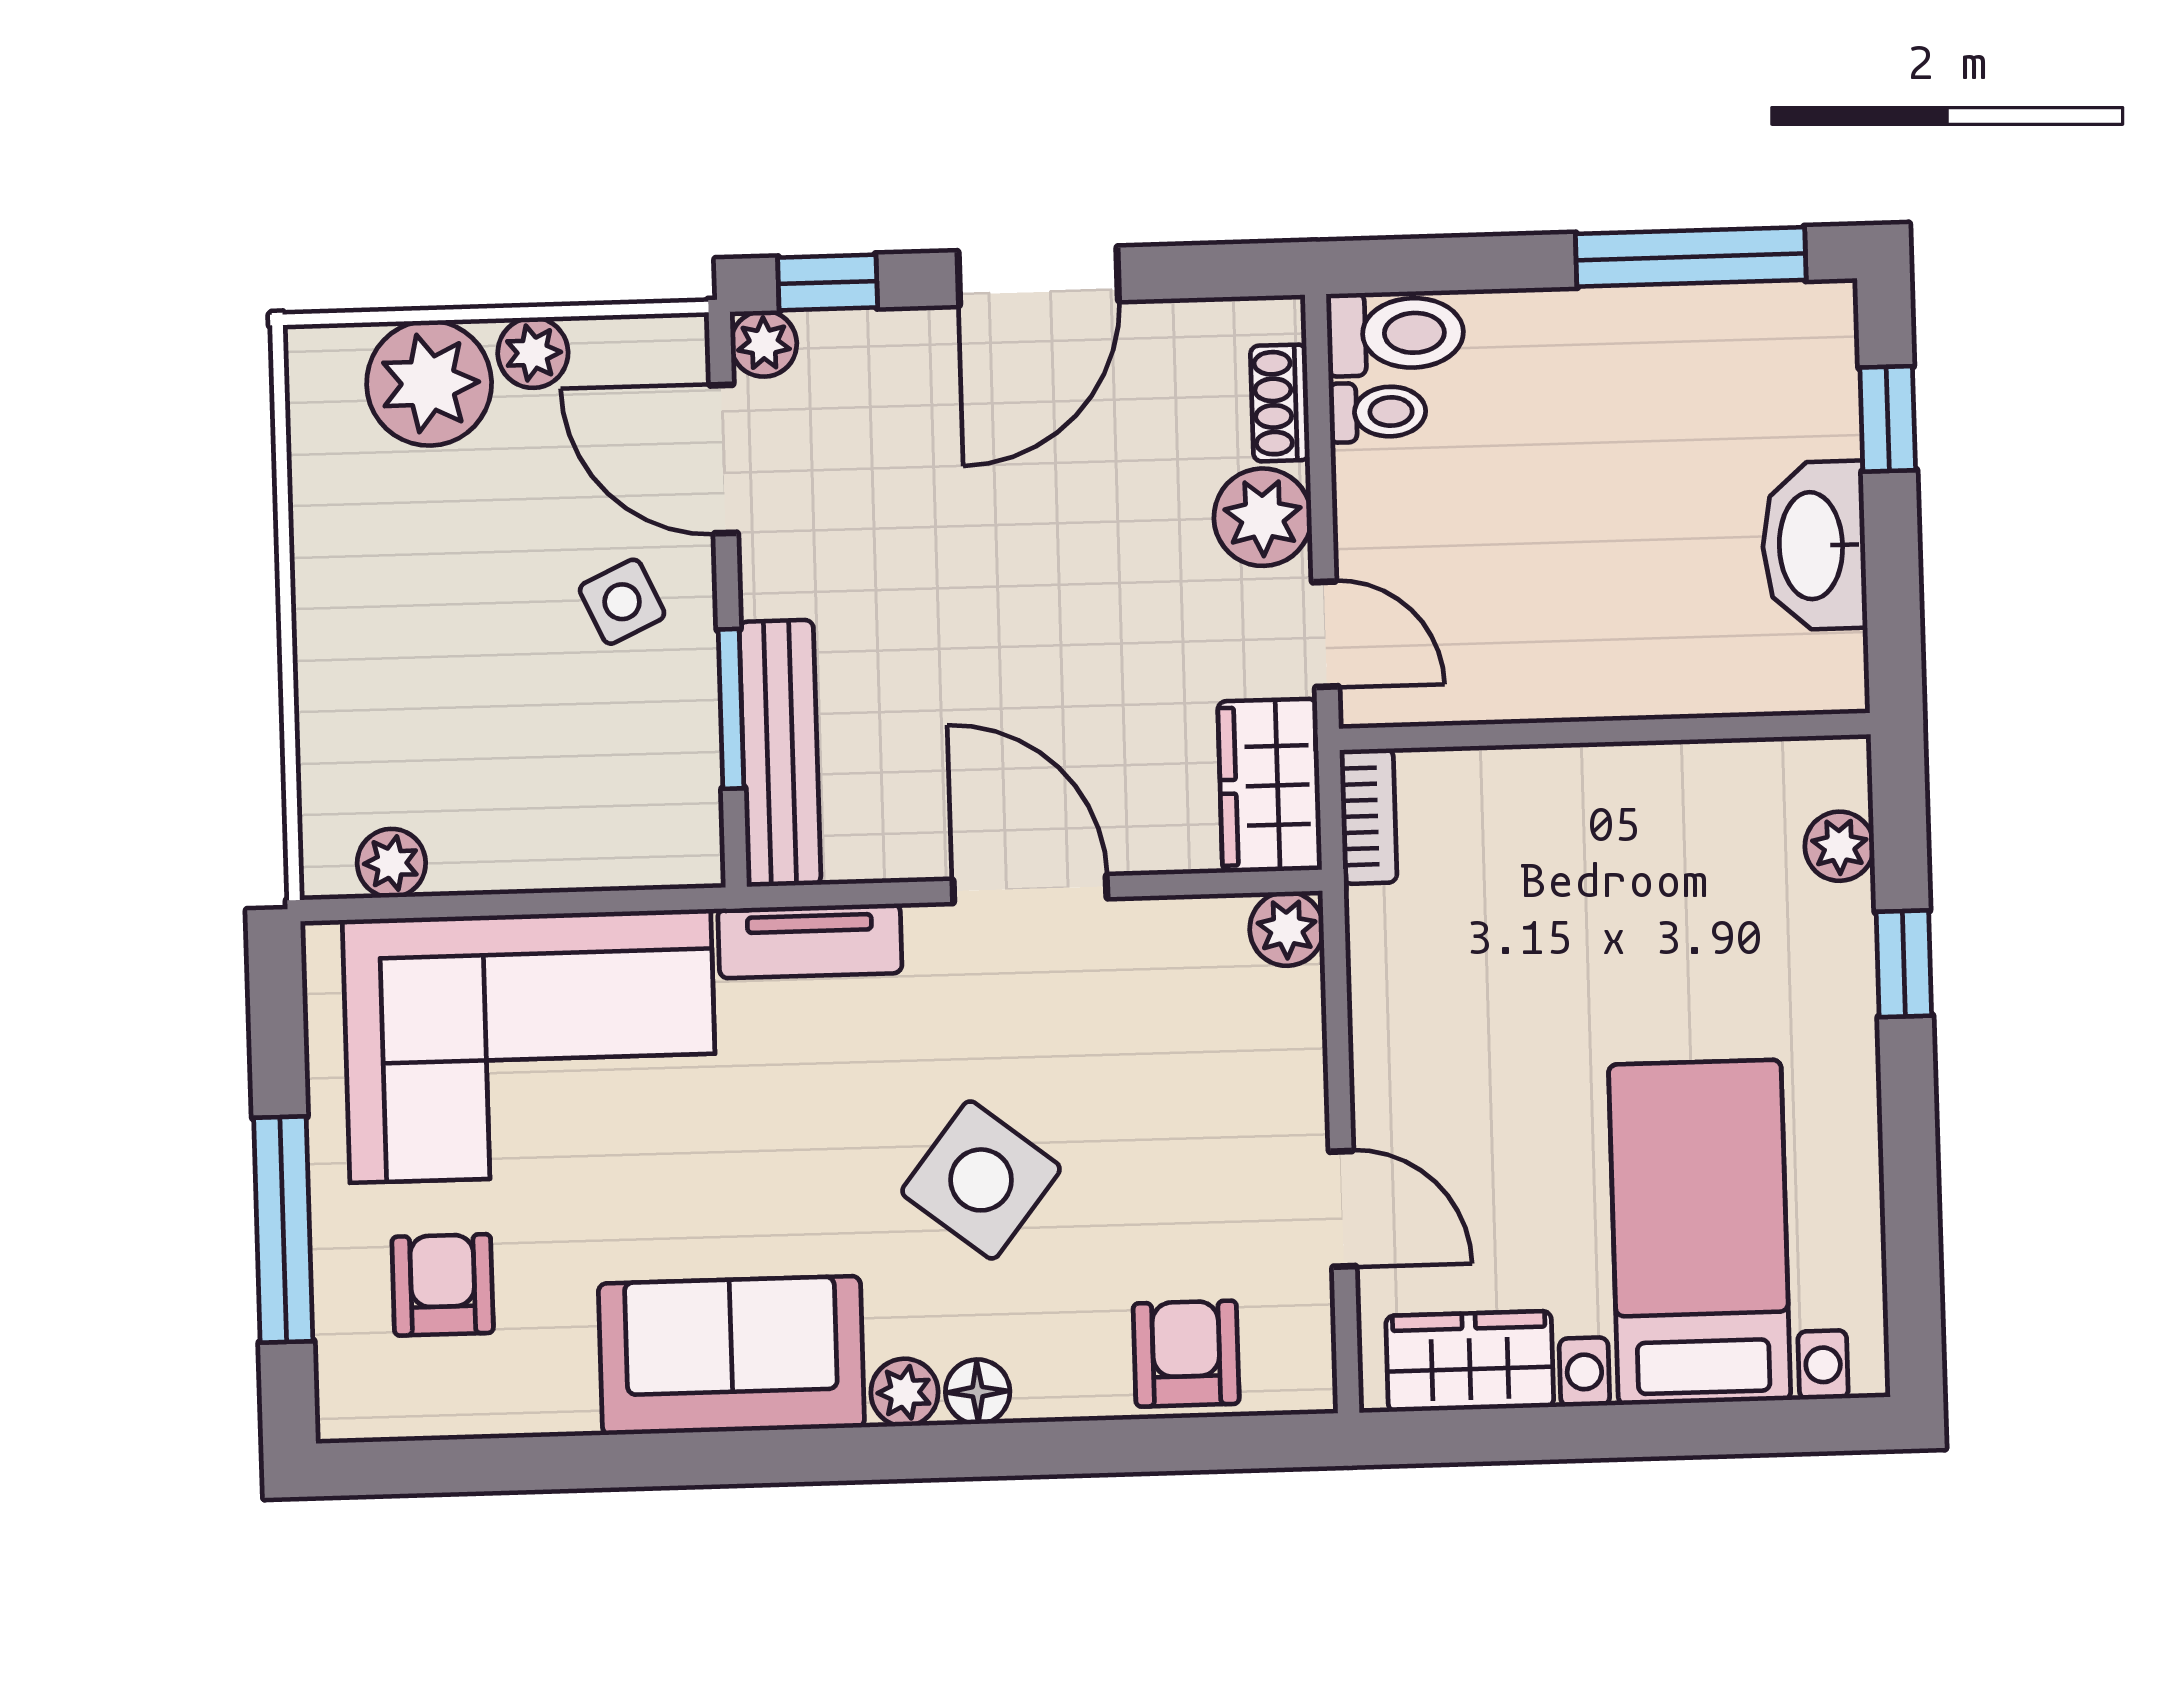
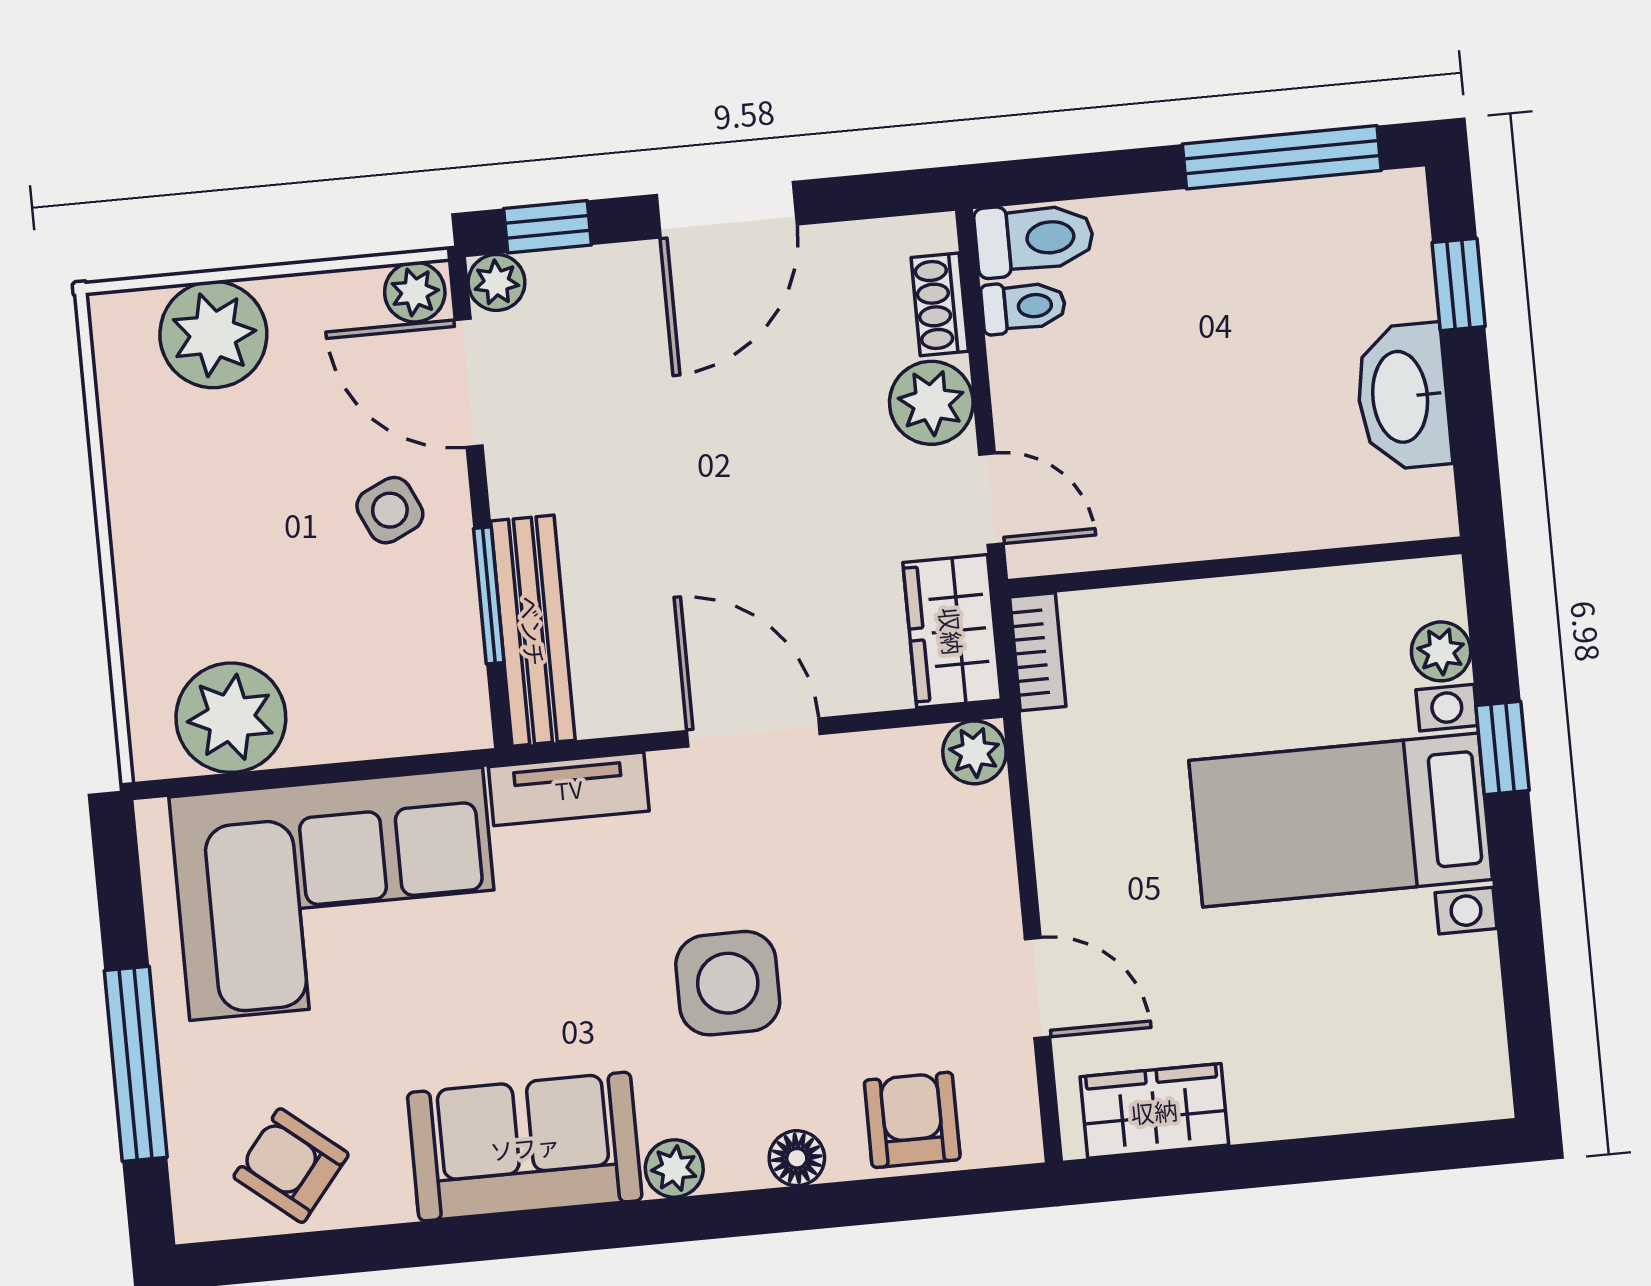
plant: (533, 353) -> (415, 292), moved
plant: (391, 863) -> (231, 718), width x1.87, depth x1.87
side table: (981, 1180) -> (728, 983), turned -38
bed with nightstands: (1700, 1232) -> (1341, 820), moved, turned -90
armchair: (443, 1285) -> (291, 1166), moved, turned -51
floor lamp: (978, 1392) -> (797, 1158), moved

